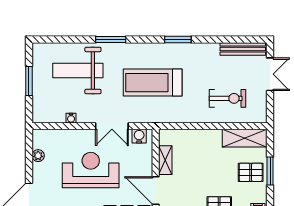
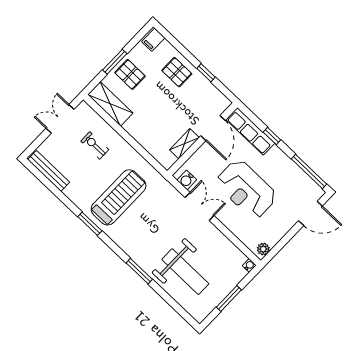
double door: (270, 74) -> (60, 119), moved
treadmill: (153, 83) -> (119, 197), moved, turned -90
exercise bike: (228, 98) -> (95, 145), width x0.73, depth x0.72
water cooler: (71, 118) -> (249, 265), moved
plant: (38, 156) -> (263, 249), moved

